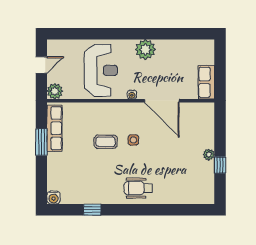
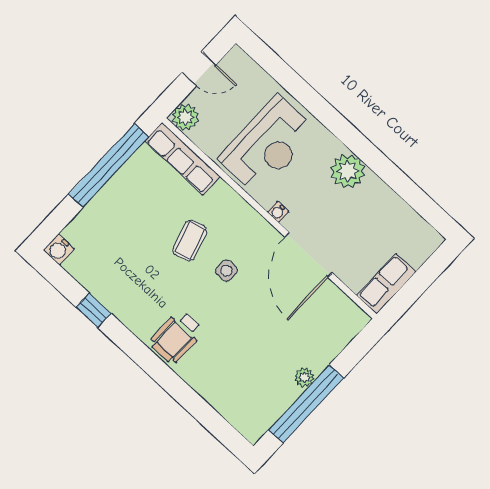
row of seats: (54, 128) -> (183, 159), moved, turned 90
window: (41, 142) -> (109, 165), width x2.11
coffee table: (106, 142) -> (190, 240), turned 73
window: (220, 165) -> (306, 404), width x3.17
wheelchair: (138, 188) -> (177, 337), turned -90

